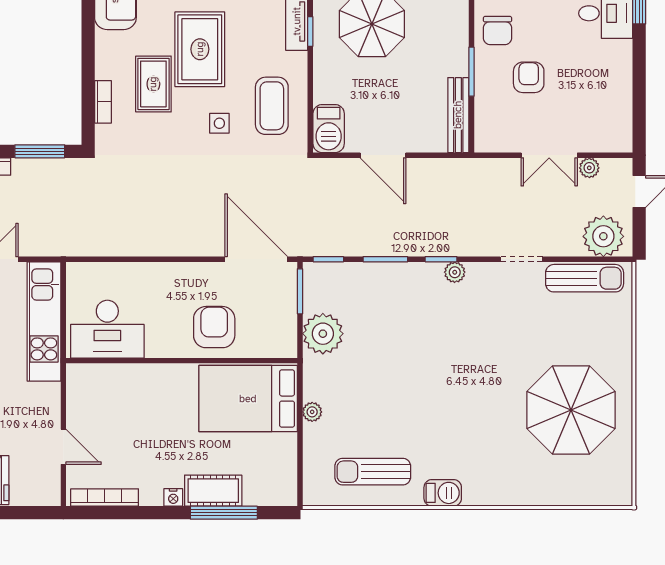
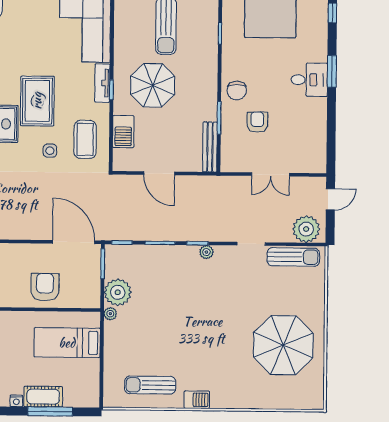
barbecue: (329, 129) -> (123, 132), moved
plant: (589, 168) -> (297, 183), removed
bed: (248, 399) -> (67, 343), width x0.67
plant: (312, 412) -> (110, 314), moved

